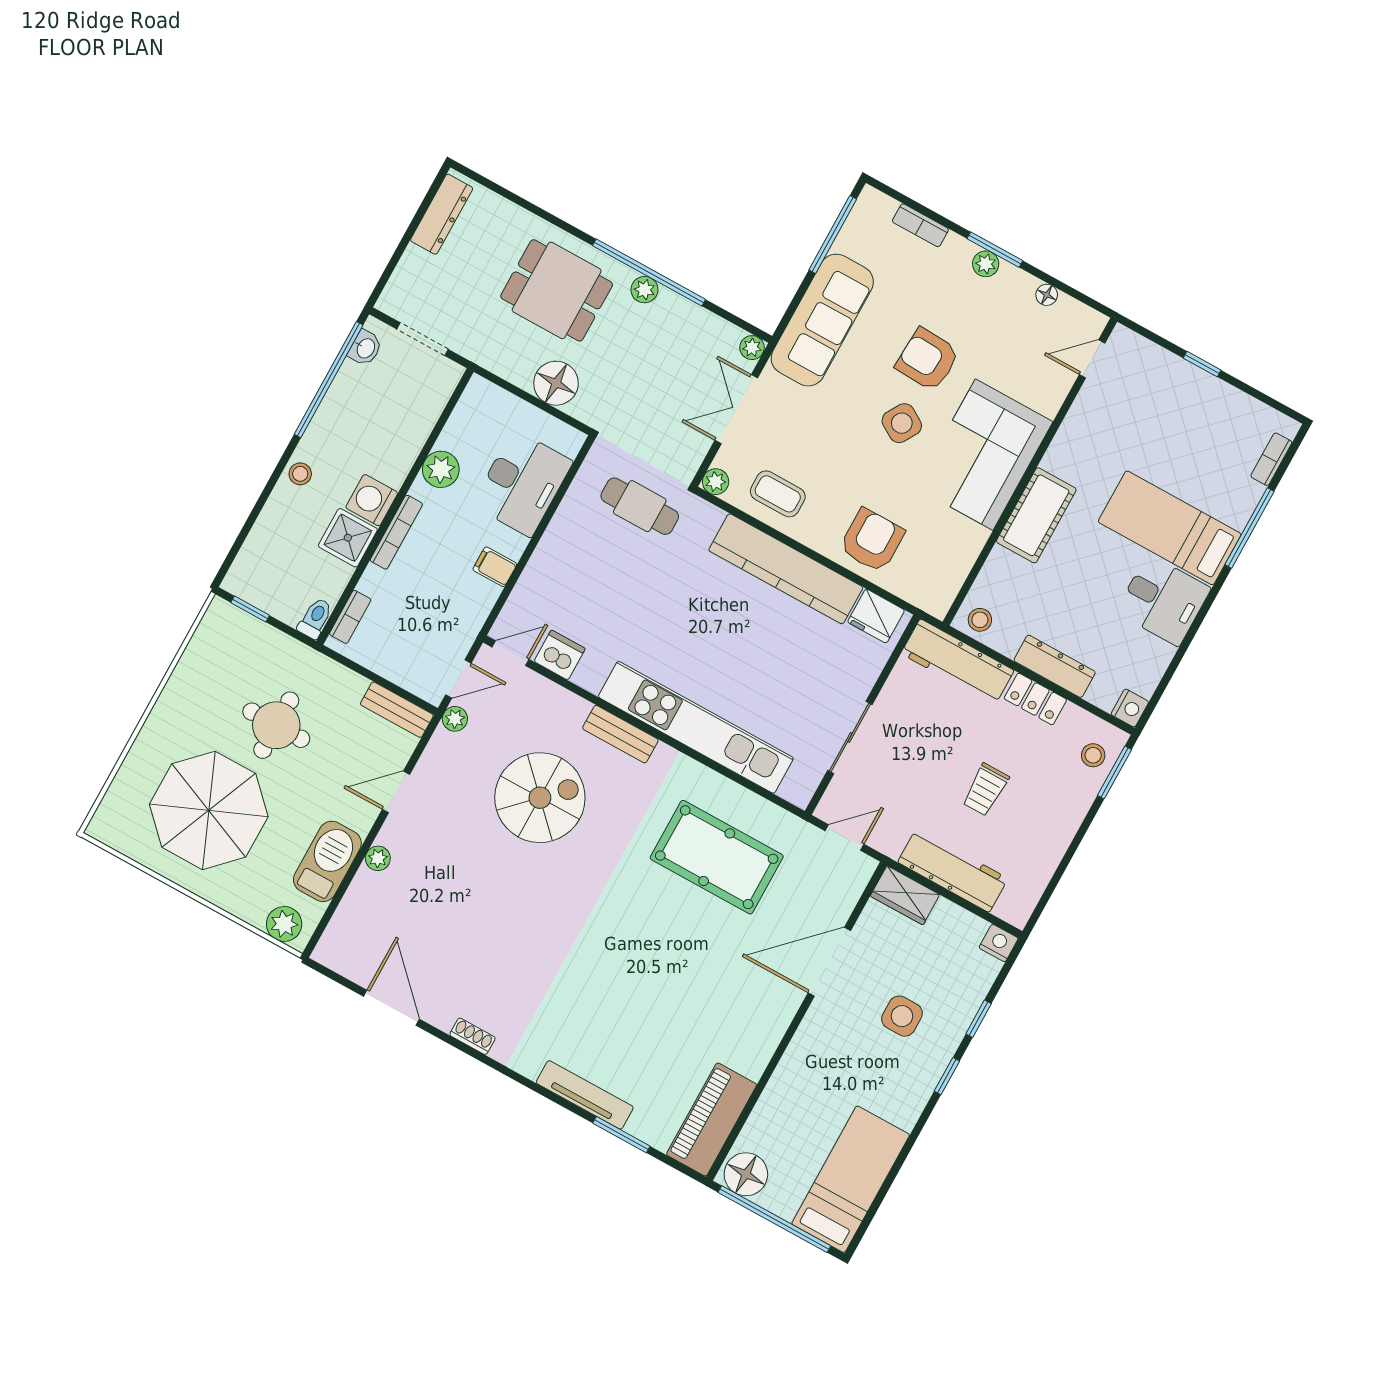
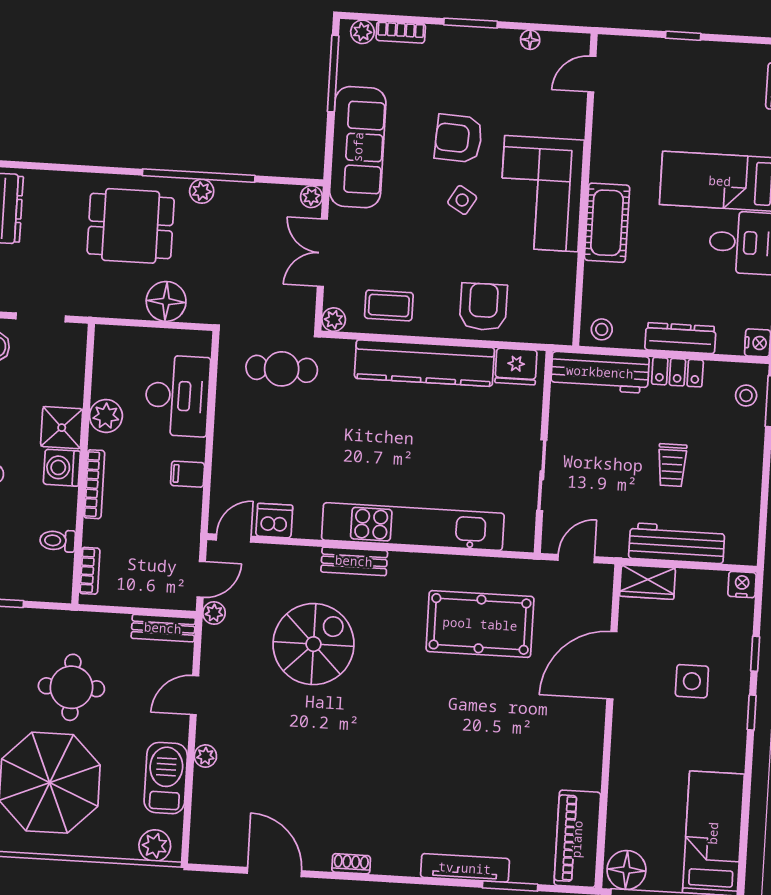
plant: (986, 264) -> (362, 32), moved
side table: (902, 423) -> (462, 200), width x0.73, depth x0.73
shower: (348, 538) -> (62, 428), moved
toilet: (315, 618) -> (58, 541), moved, turned -90

